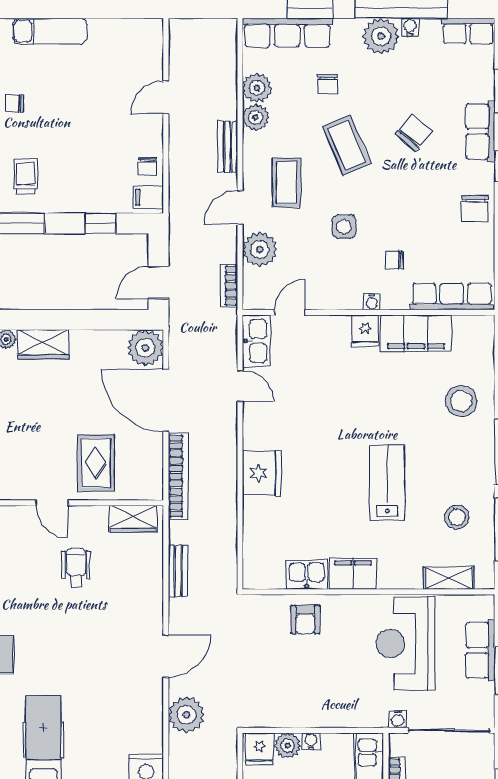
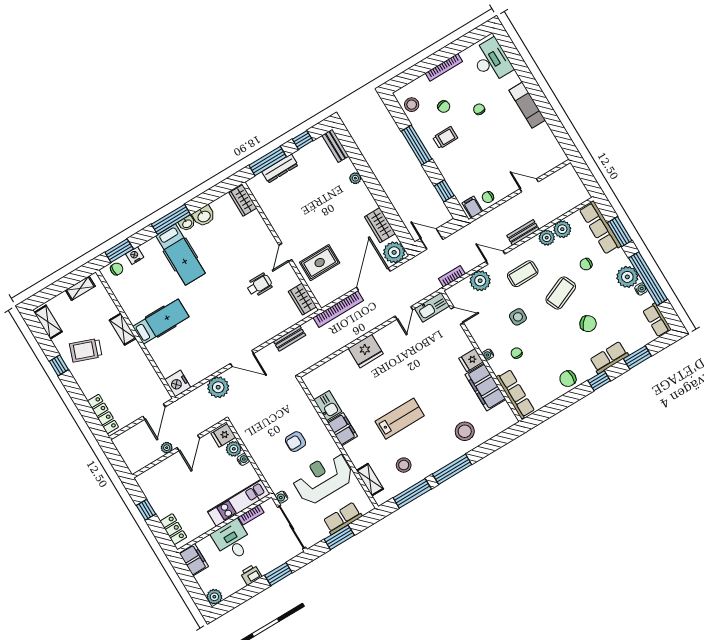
wardrobe: (43, 345) -> (380, 225), moved
armchair: (305, 620) -> (296, 442), moved

